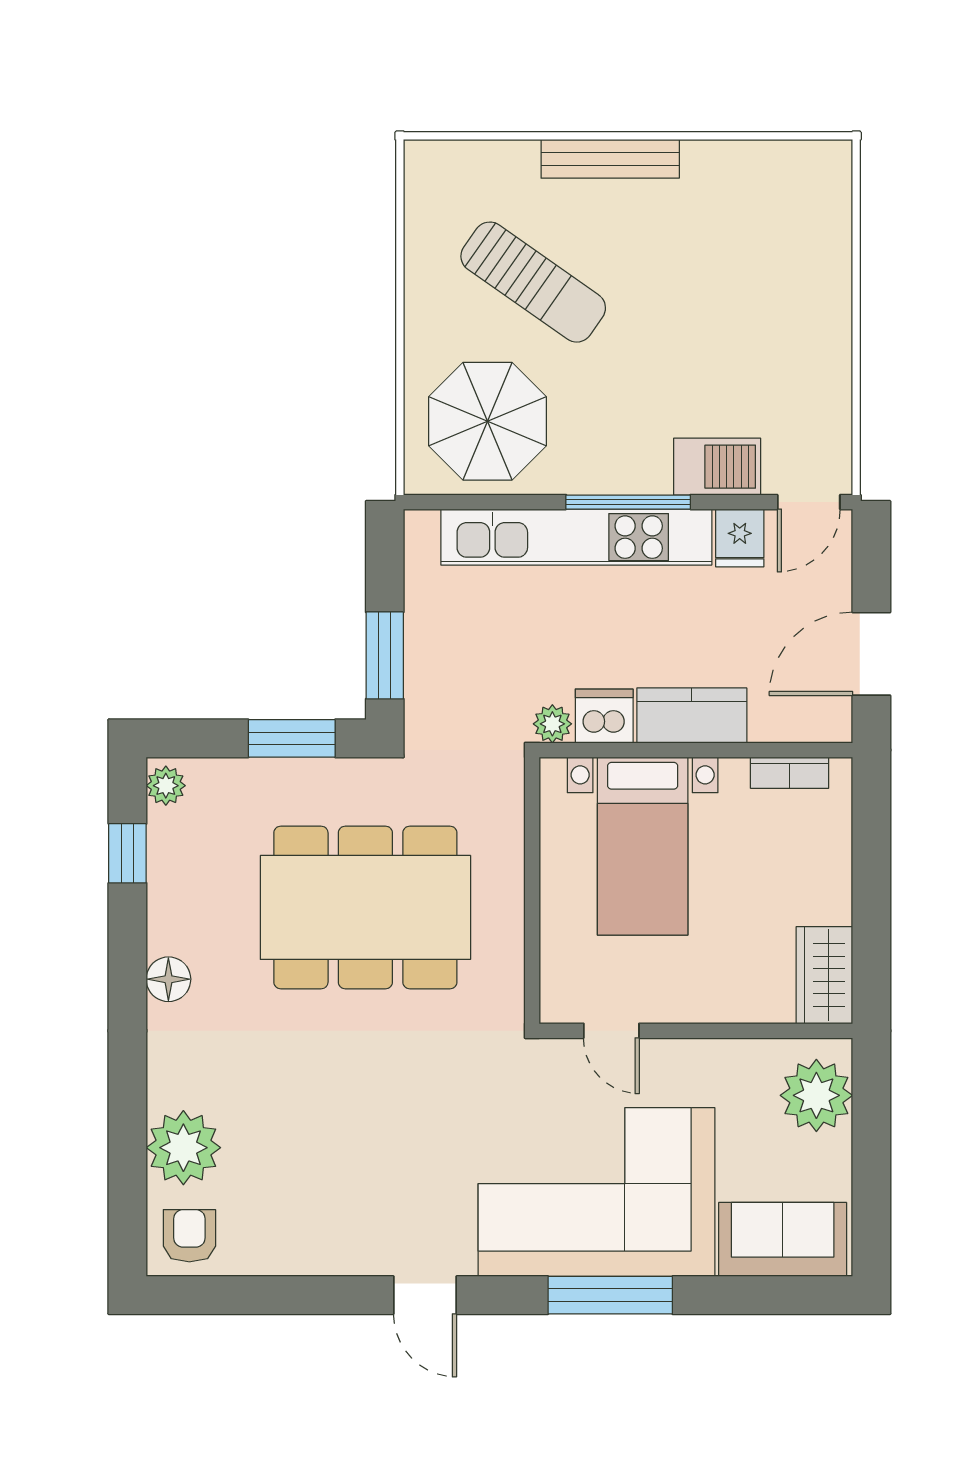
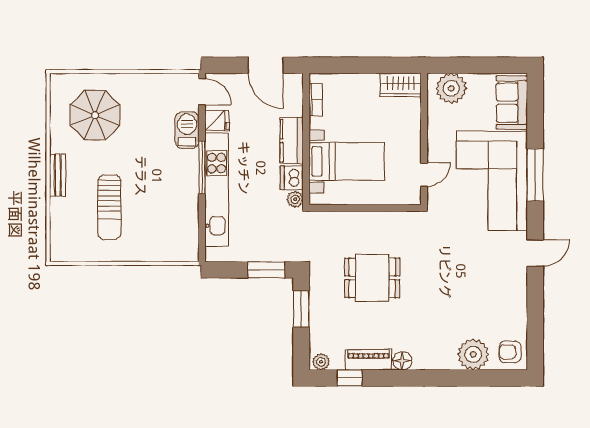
bench: (610, 159) -> (58, 175), width x0.73
sun lounger: (533, 282) -> (109, 207), turned 145
parasol: (487, 421) -> (95, 115), moved
piano: (171, 899) -> (368, 360), added
dining table: (365, 907) -> (372, 278), width x0.53, depth x0.80

